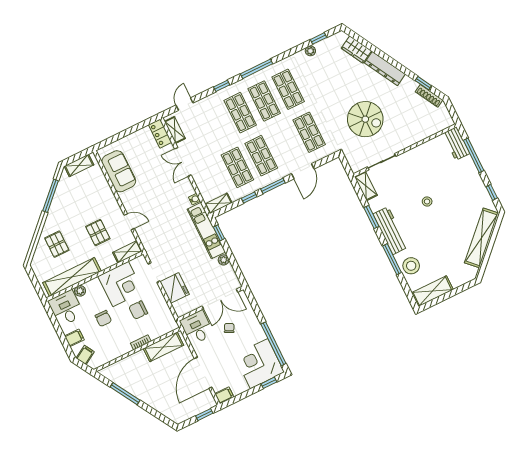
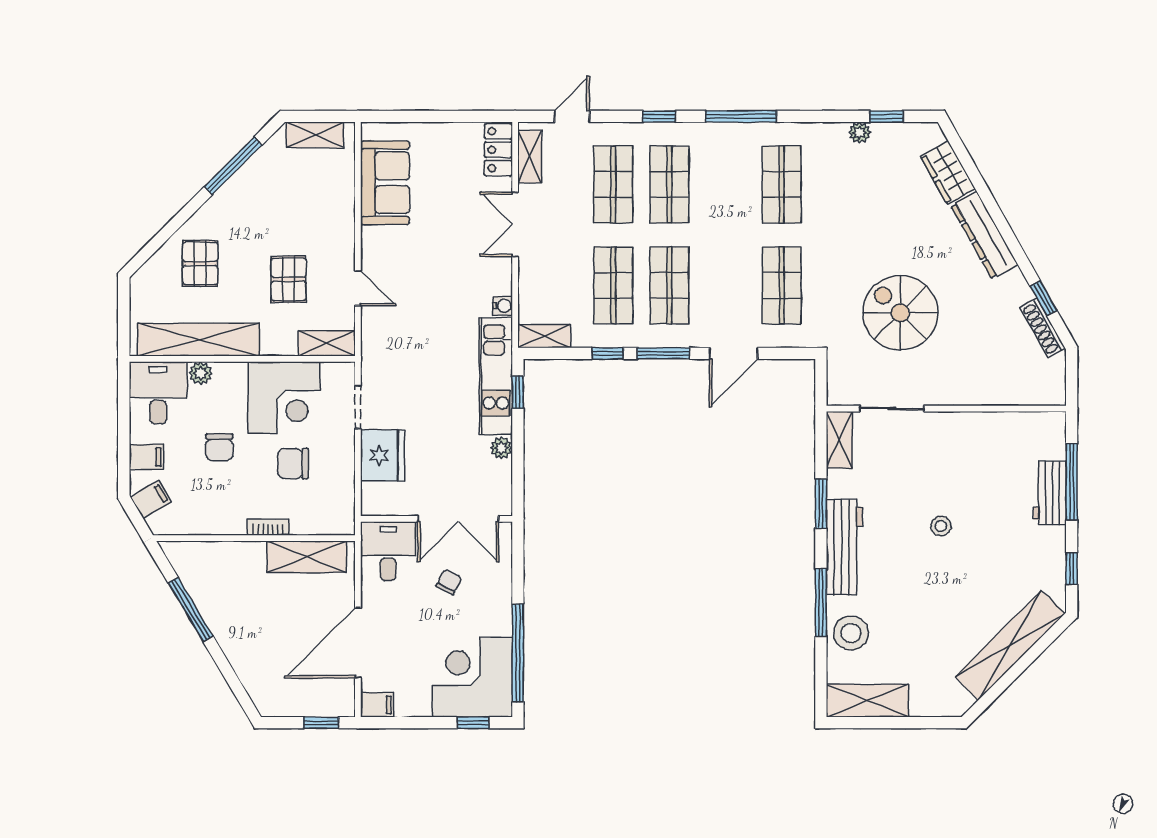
shop shelf: (264, 101) -> (613, 184), moved
spiral stairs: (365, 119) -> (900, 313), turned 180
workbench: (456, 143) -> (1050, 493), moved

